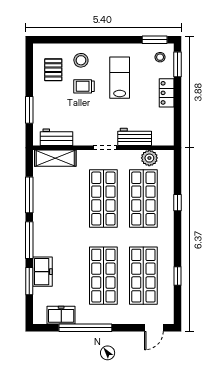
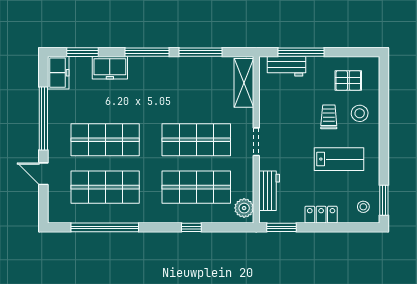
window: (178, 64) -> (281, 227), moved
window: (29, 110) -> (301, 52), width x1.44
workbench: (57, 137) -> (287, 66), moved, turned 90
workbench: (135, 137) -> (269, 191), moved
plant: (149, 158) -> (244, 208), moved
window: (178, 276) -> (105, 227), width x3.17
window: (29, 281) -> (82, 52), moved
freezer: (61, 315) -> (58, 73), moved
door: (154, 328) -> (43, 174), moved

